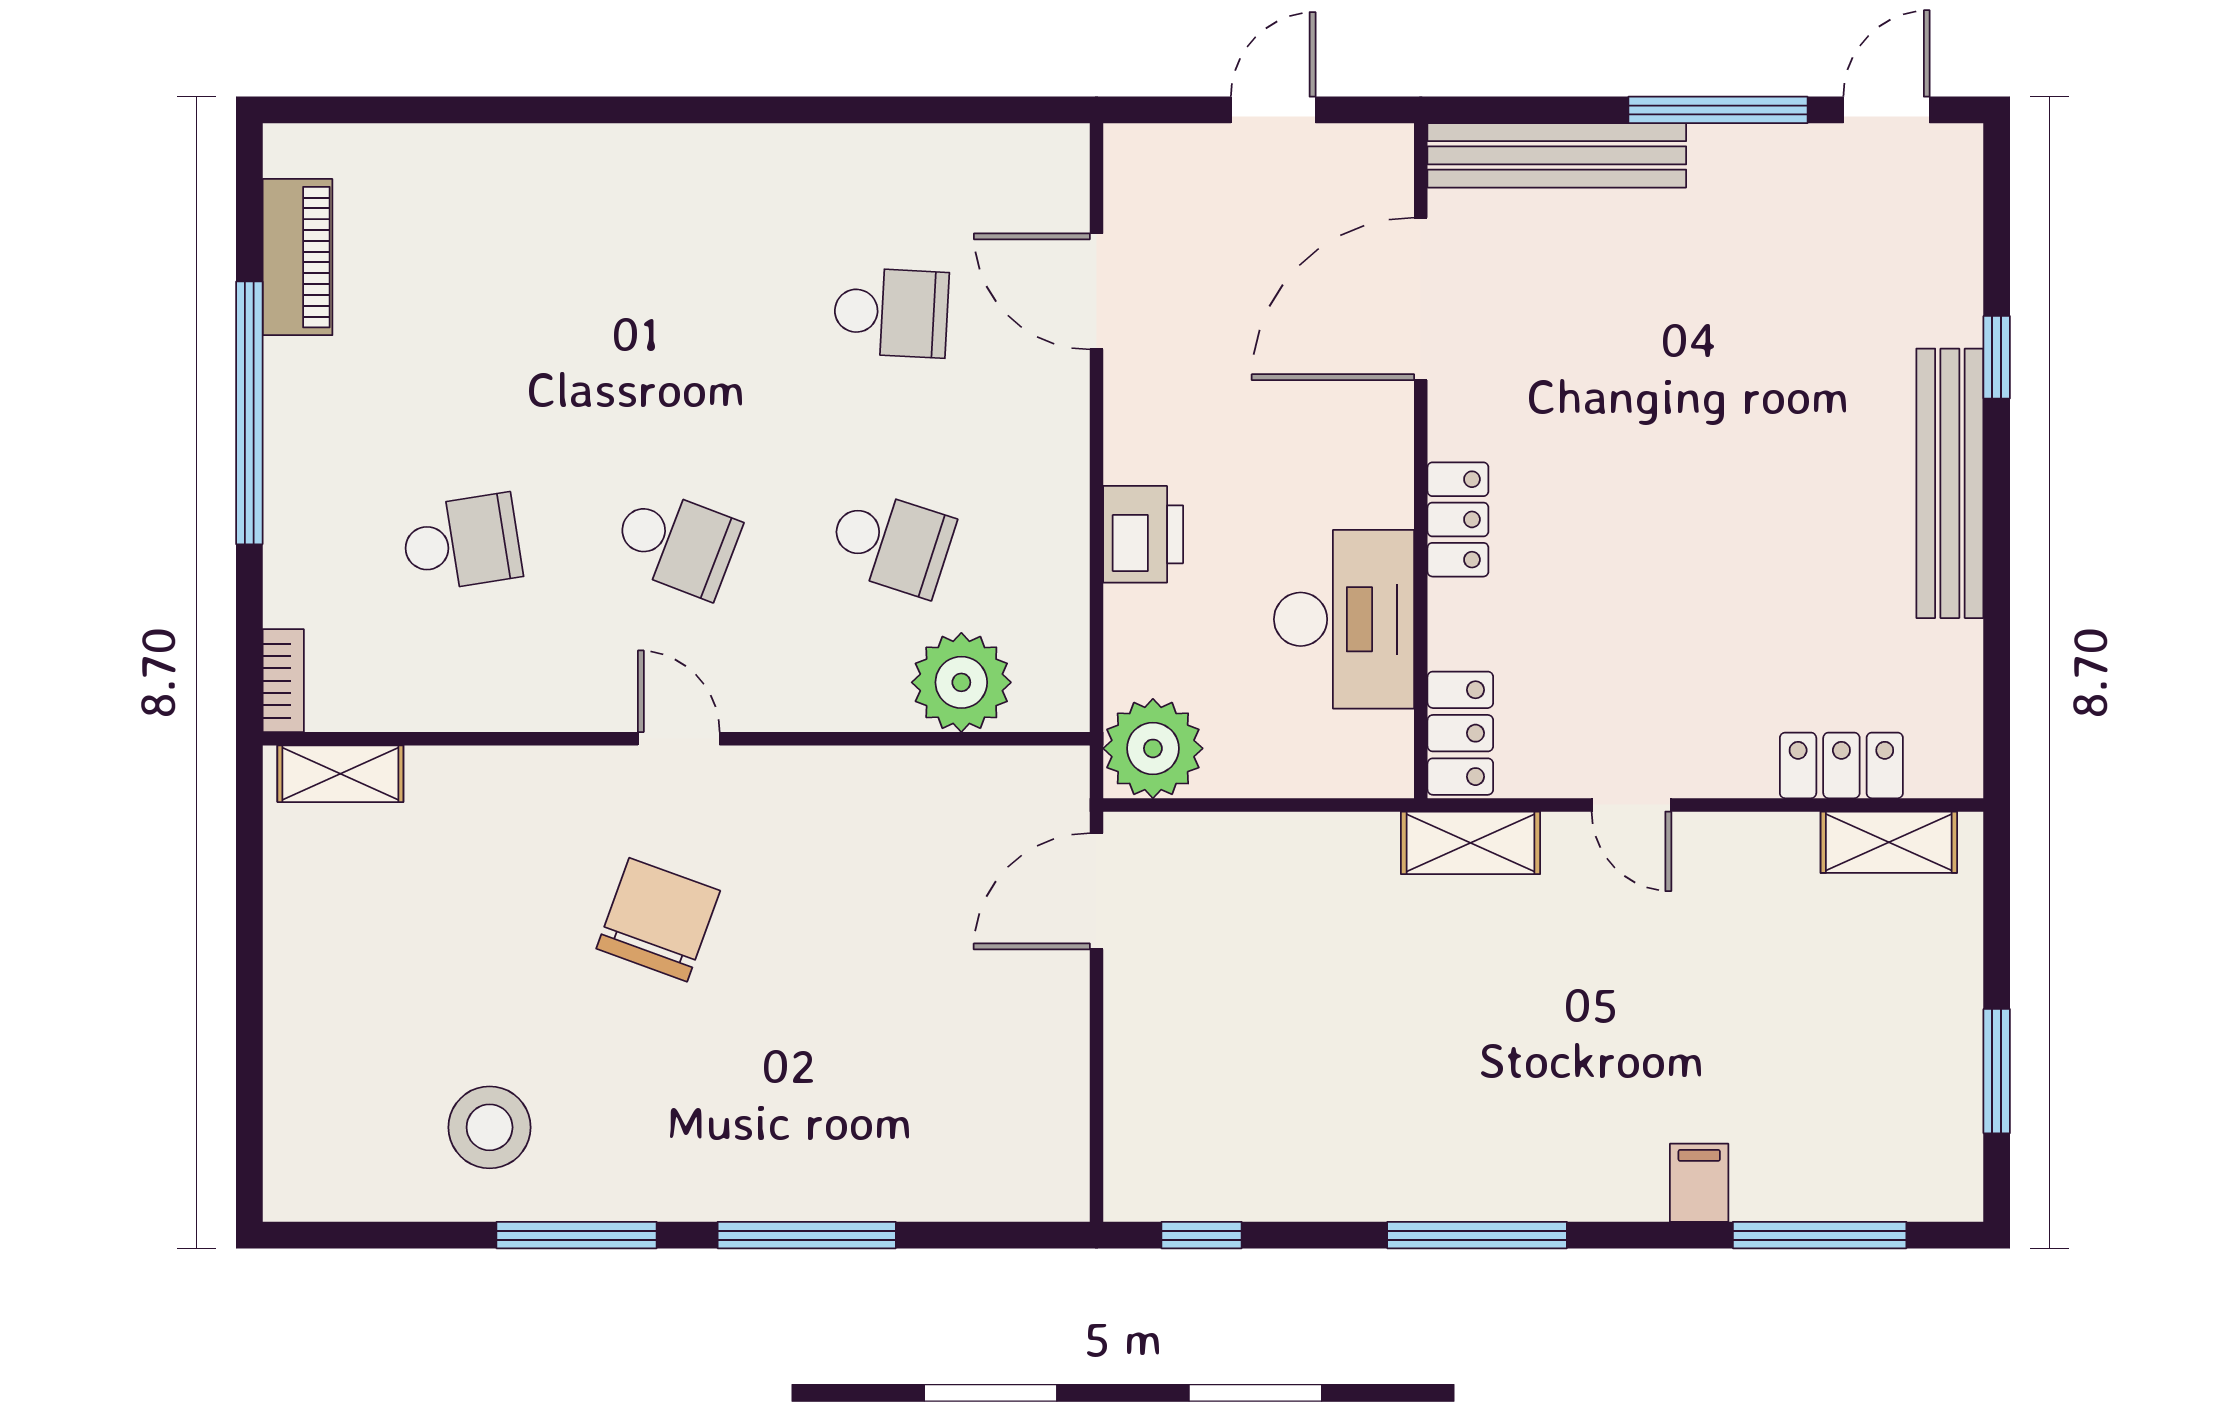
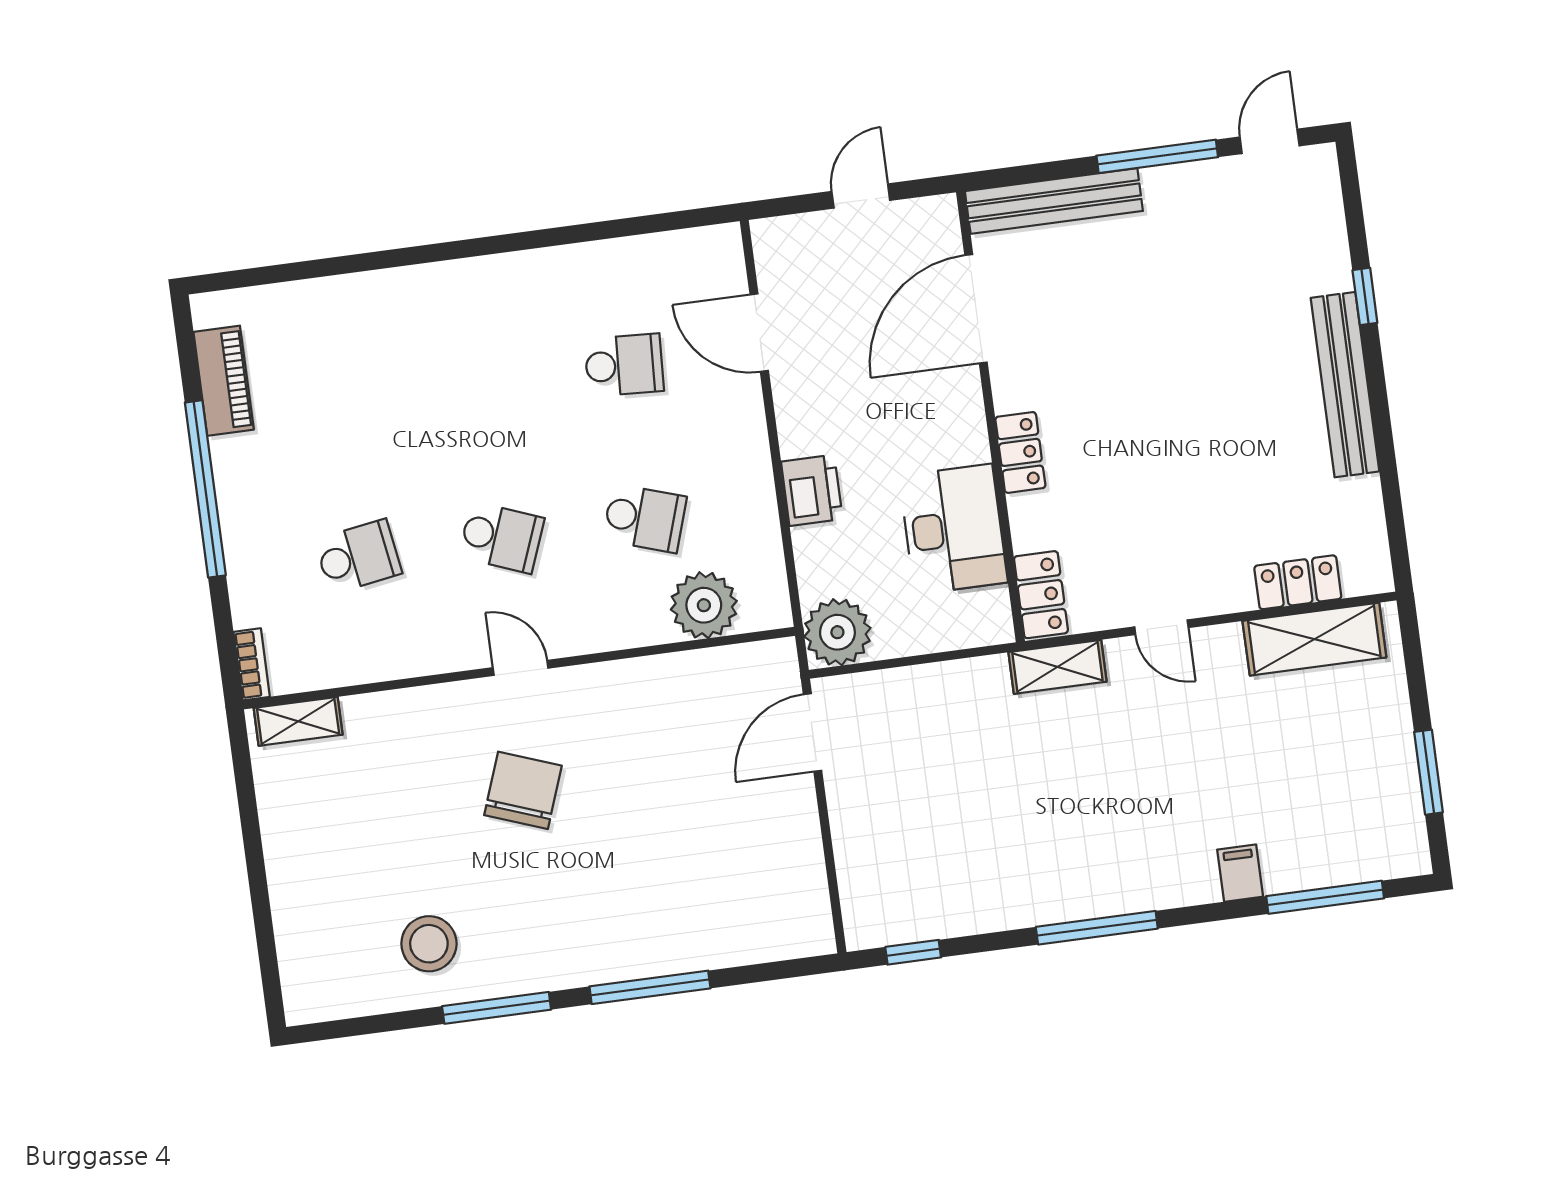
shelving: (1889, 842) -> (1314, 639), width x1.50, depth x1.33

